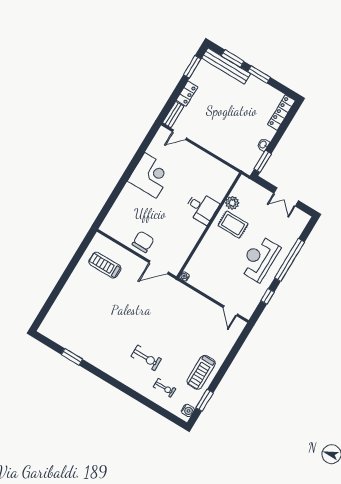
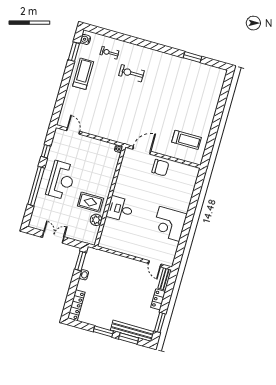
door: (179, 135) -> (155, 264), swing flipped
chair: (143, 242) -> (160, 168), turned -90

